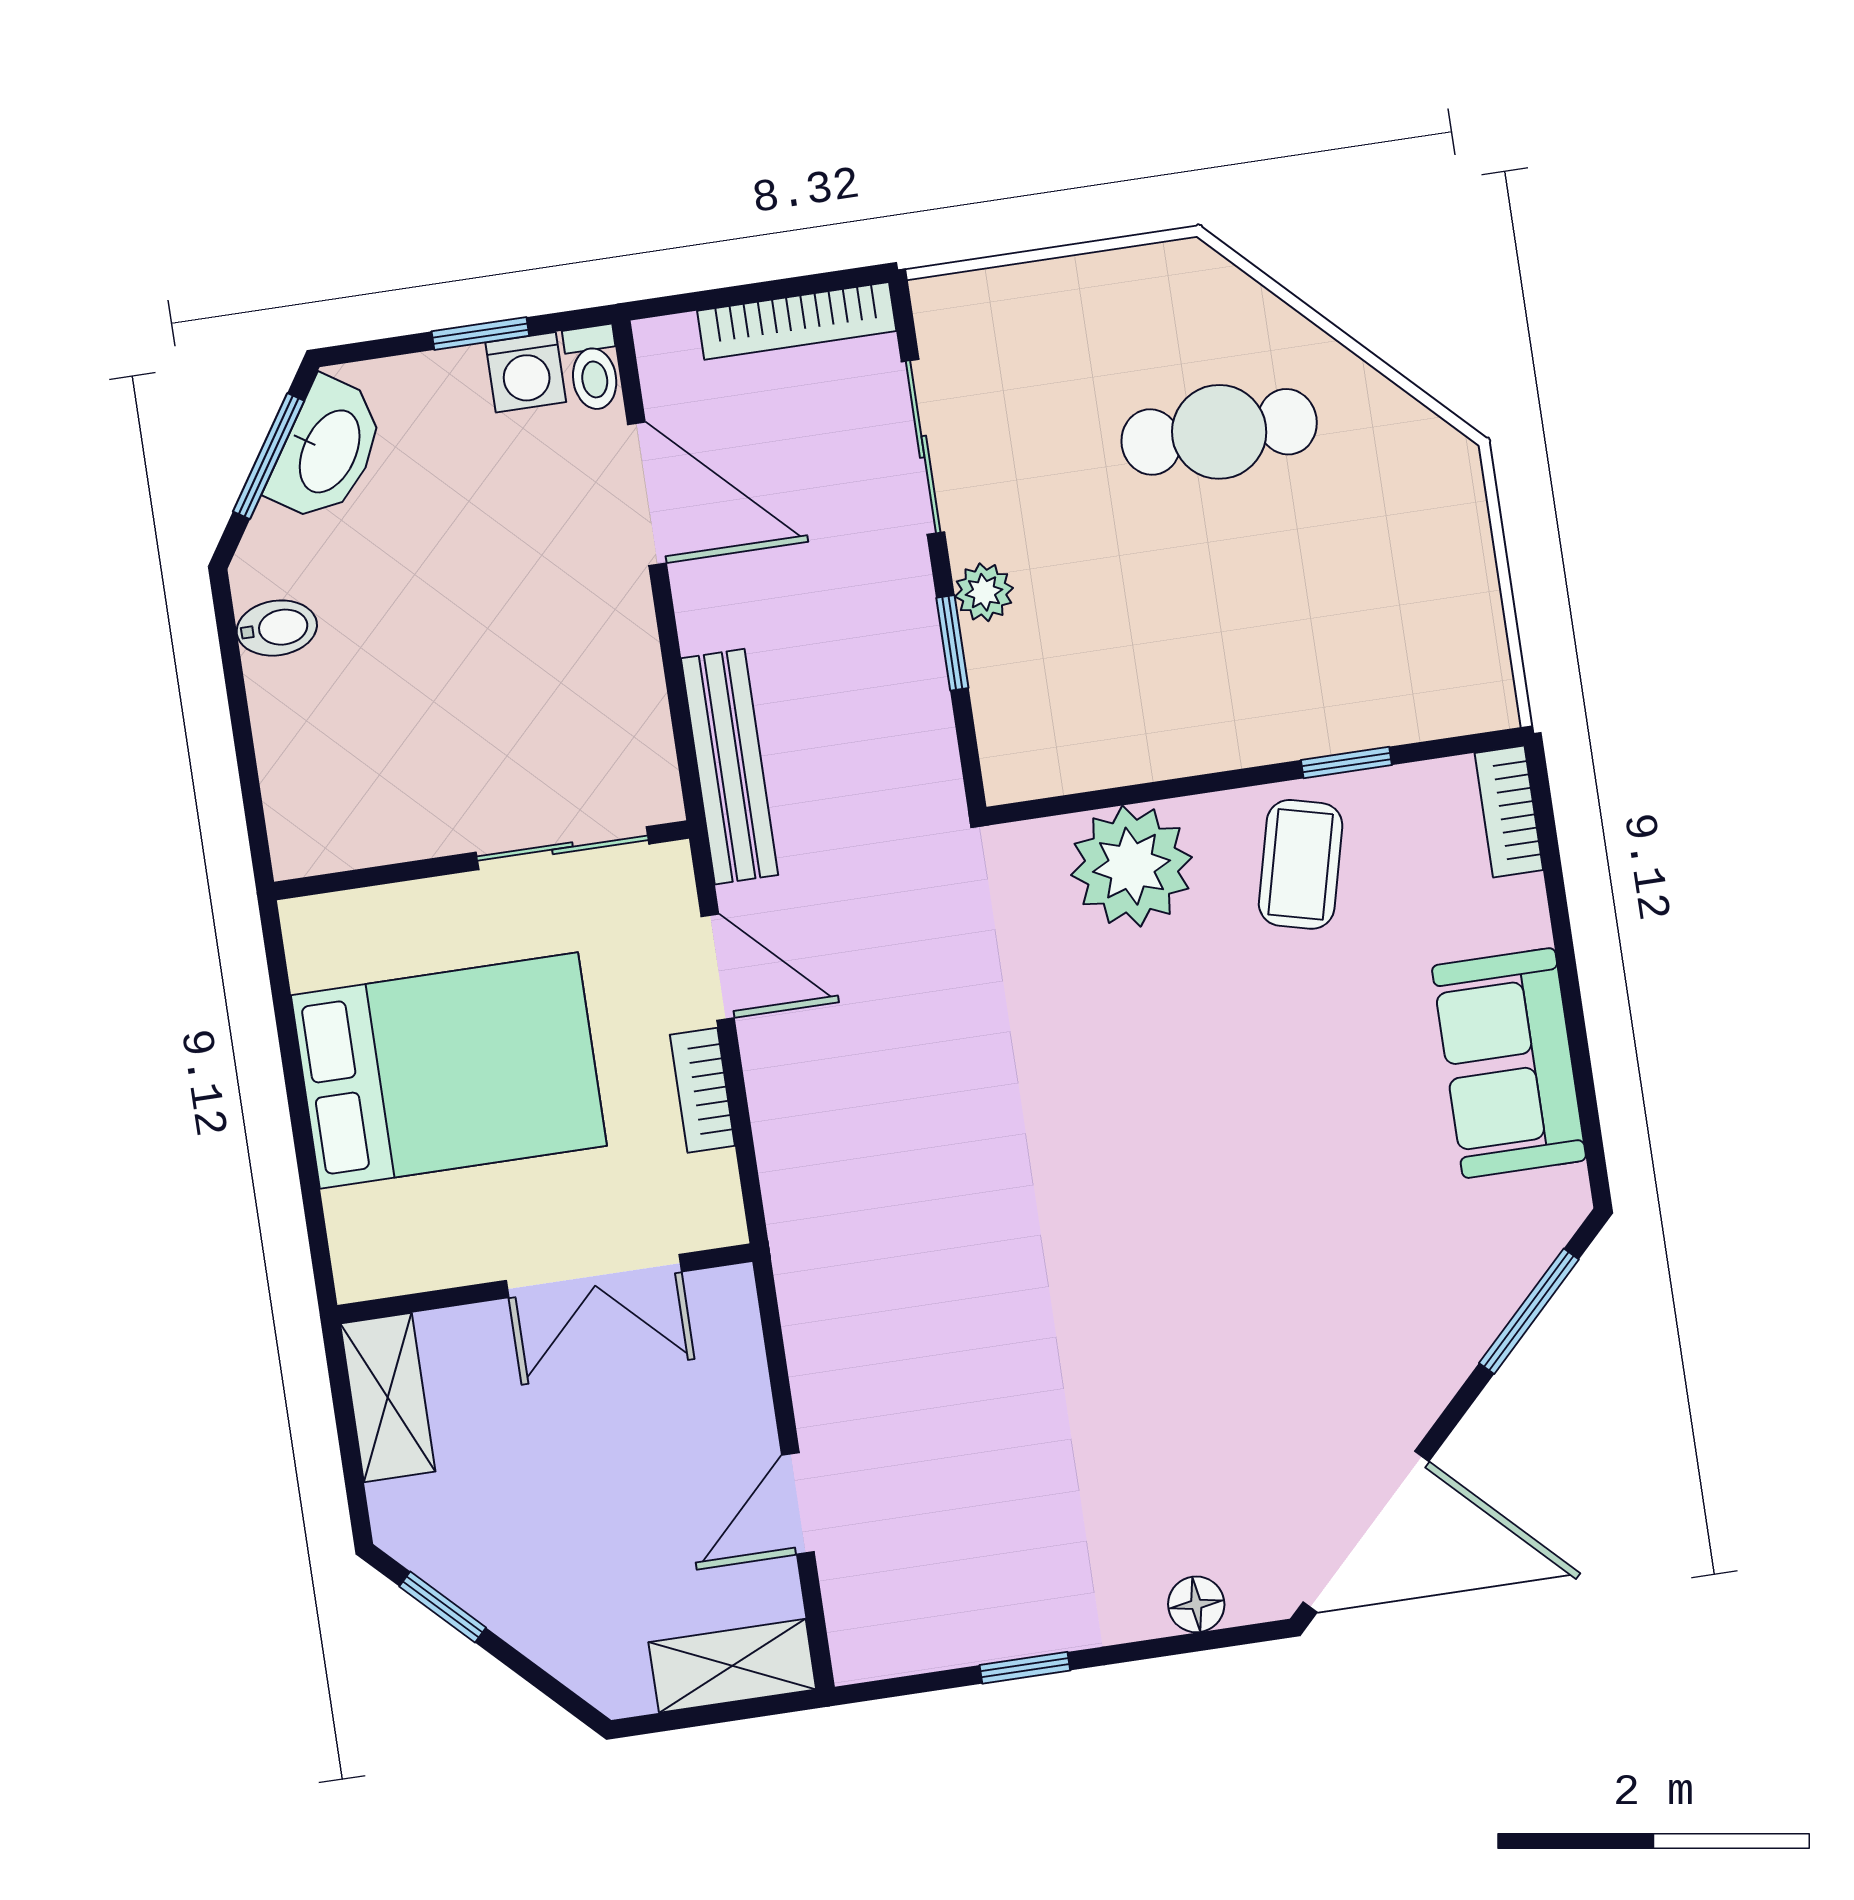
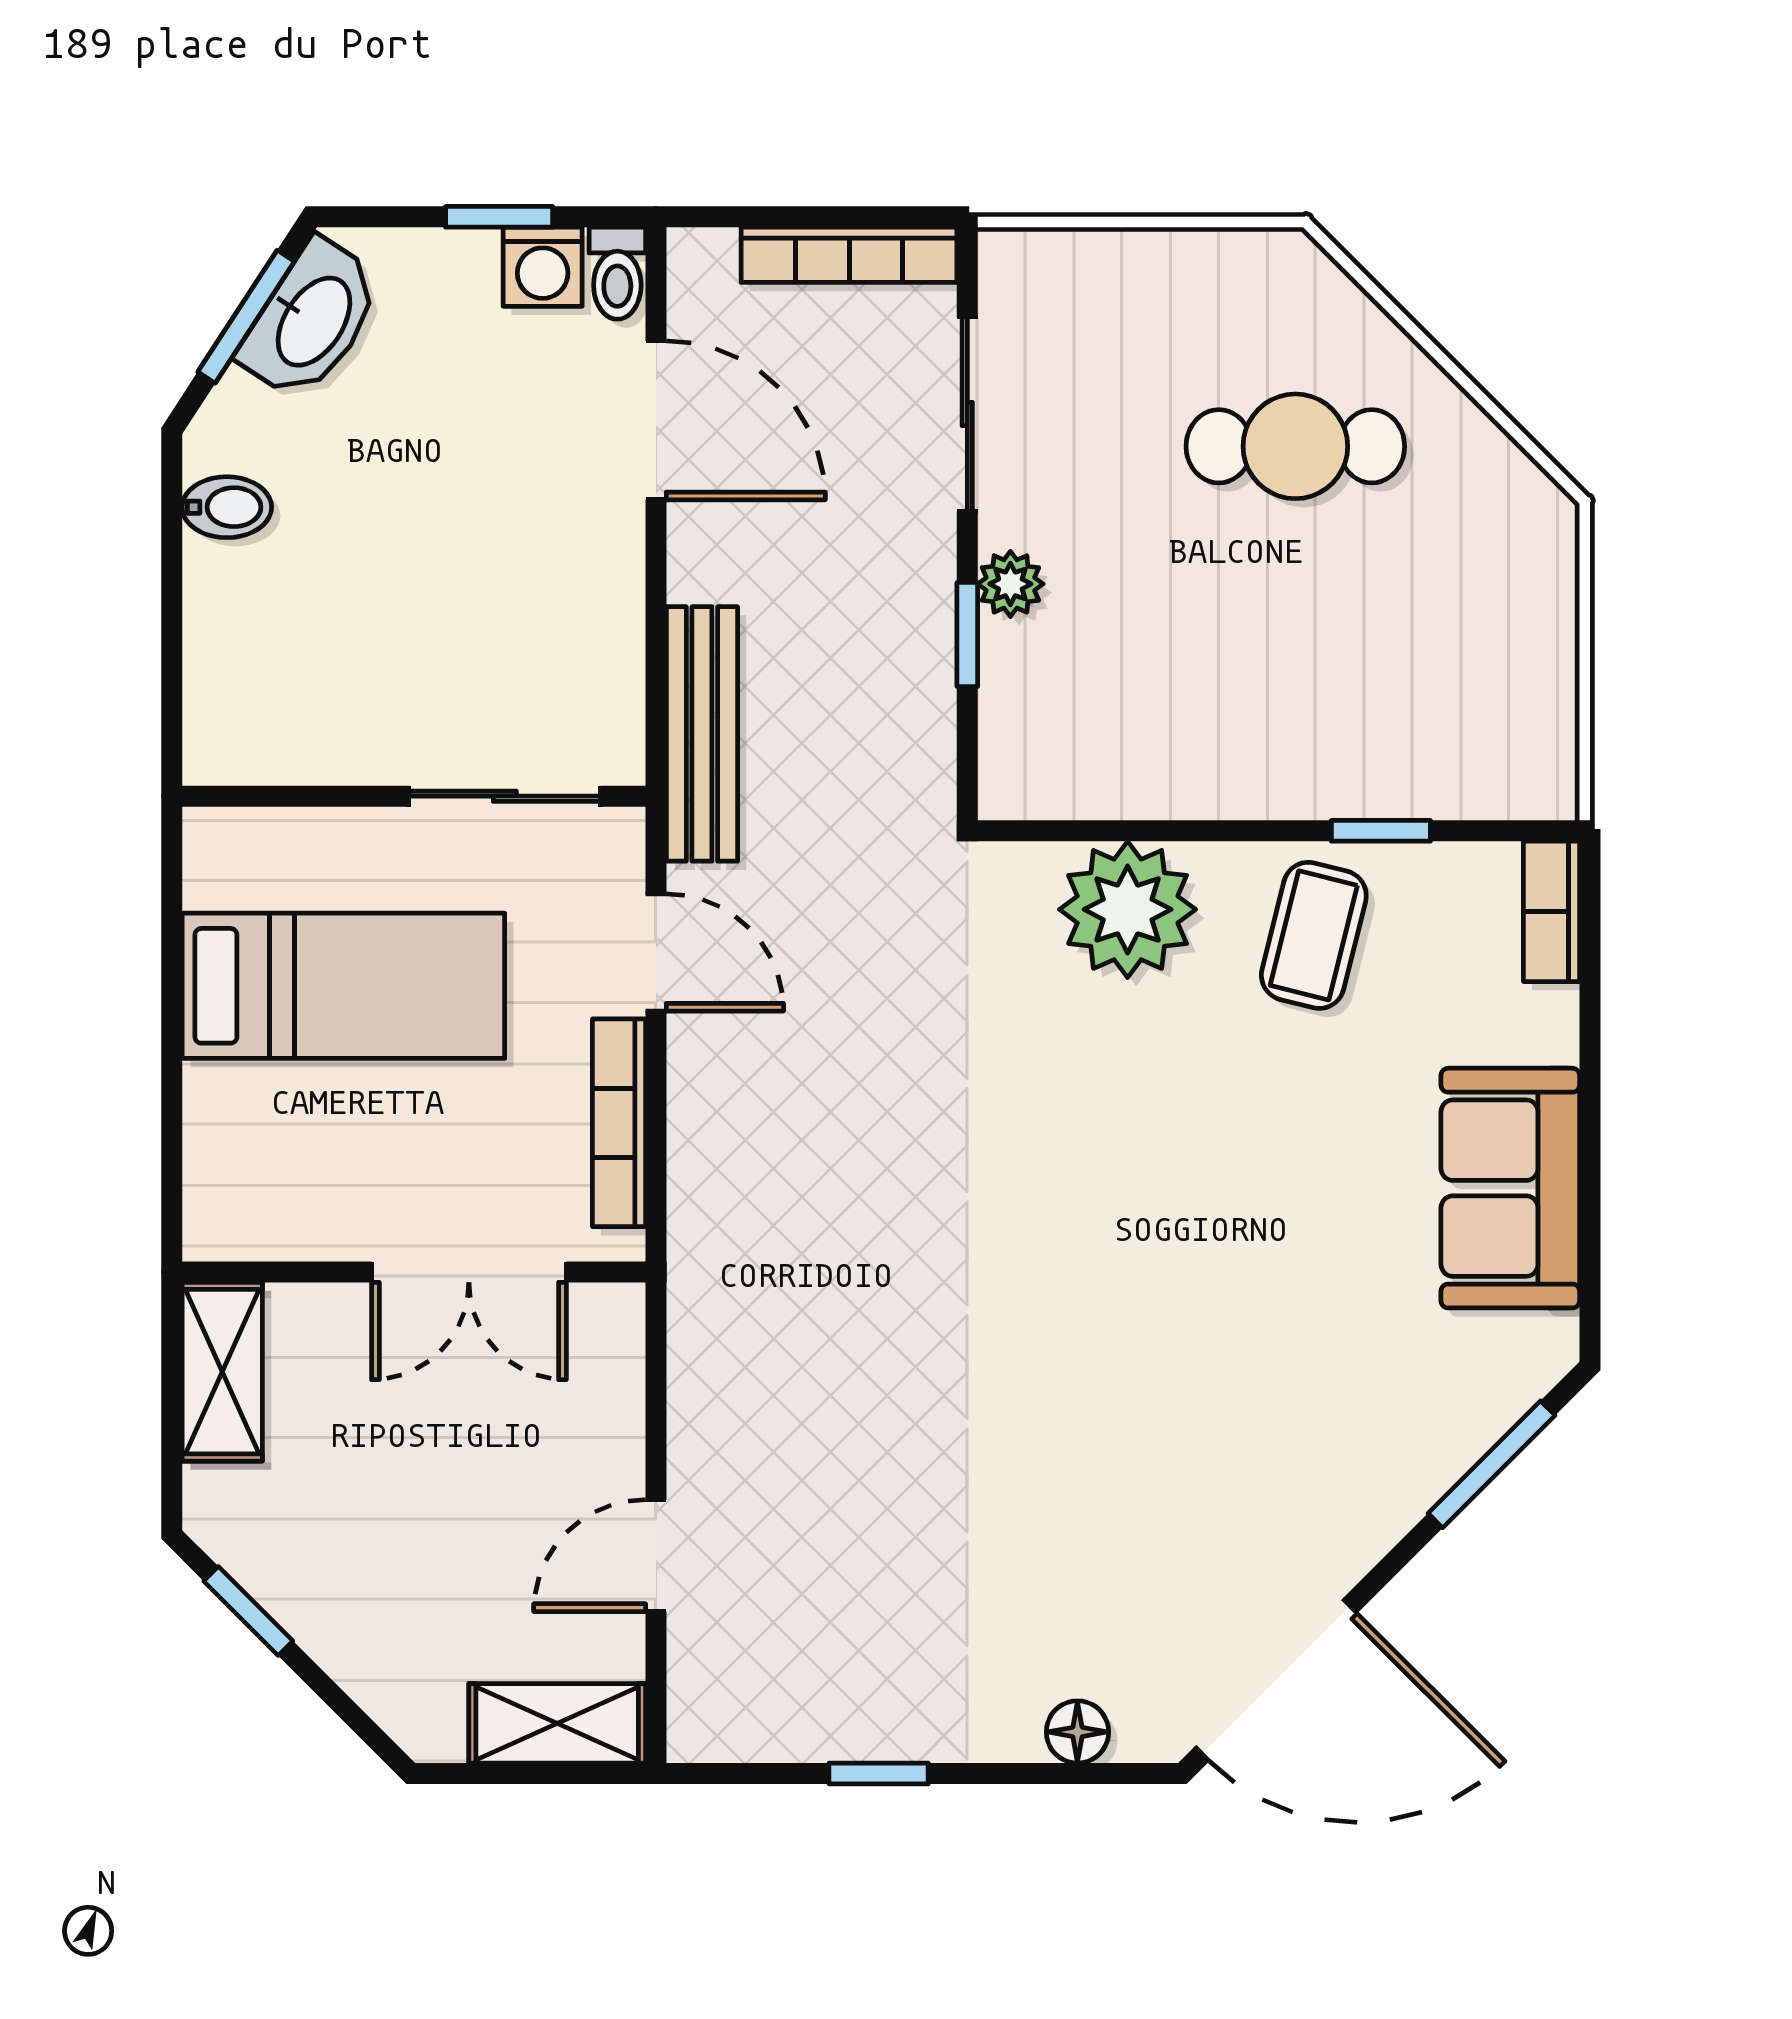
bed: (449, 1071) -> (343, 986), width x0.67
bookcase: (702, 1090) -> (619, 1123), width x1.56

